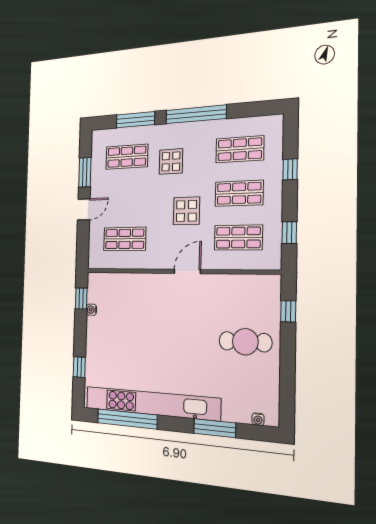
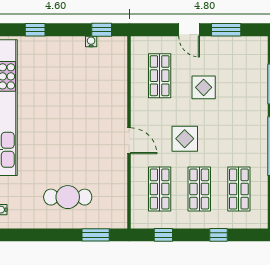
shop shelf: (127, 157) -> (239, 76), removed
display table: (171, 161) -> (204, 87), moved
window: (288, 311) -> (96, 235), width x1.50
cafe table: (245, 342) -> (68, 197), turned 90

